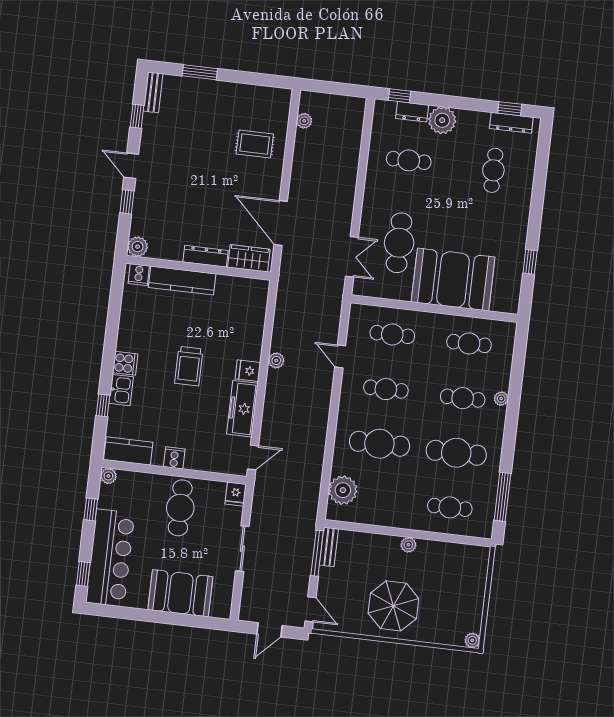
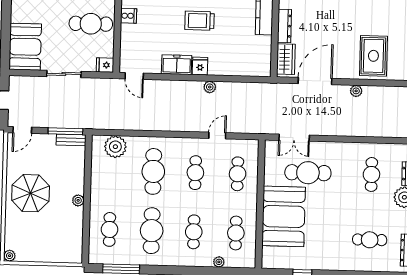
plant: (304, 121) -> (356, 91), moved
rug: (255, 144) -> (373, 56), width x1.36, depth x1.43
plant: (501, 399) -> (219, 262), moved
freezer: (242, 409) -> (177, 65), width x0.71
booth: (180, 593) -> (25, 47), moved

